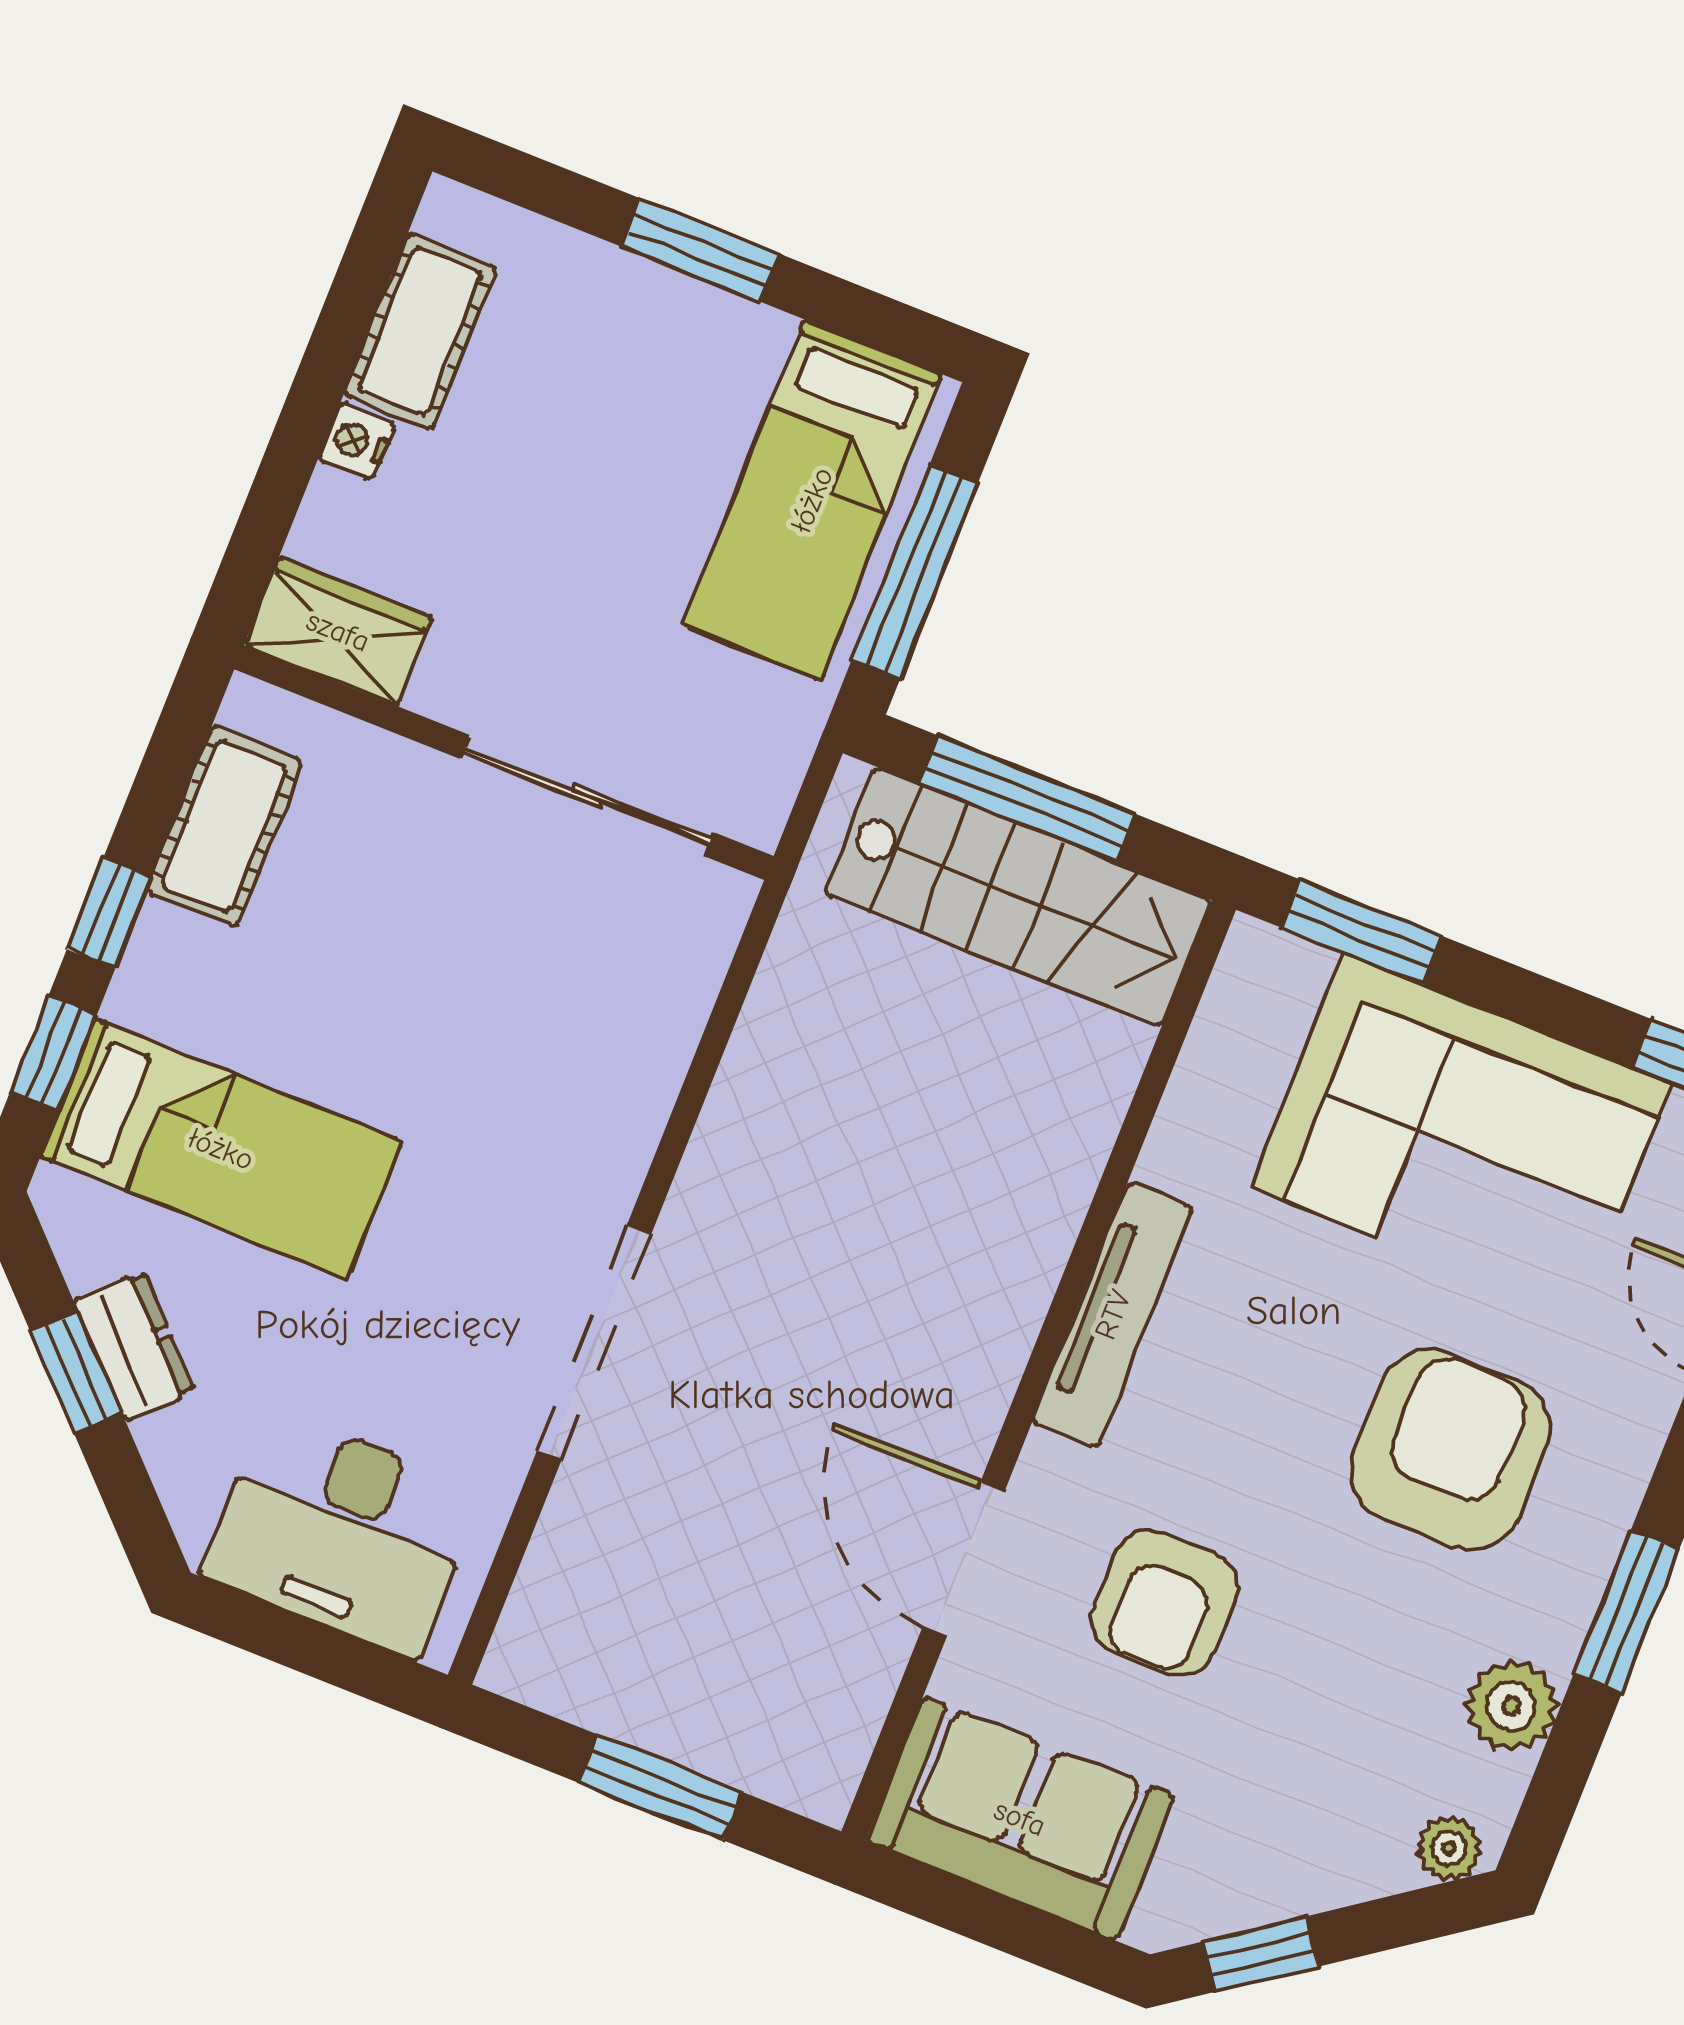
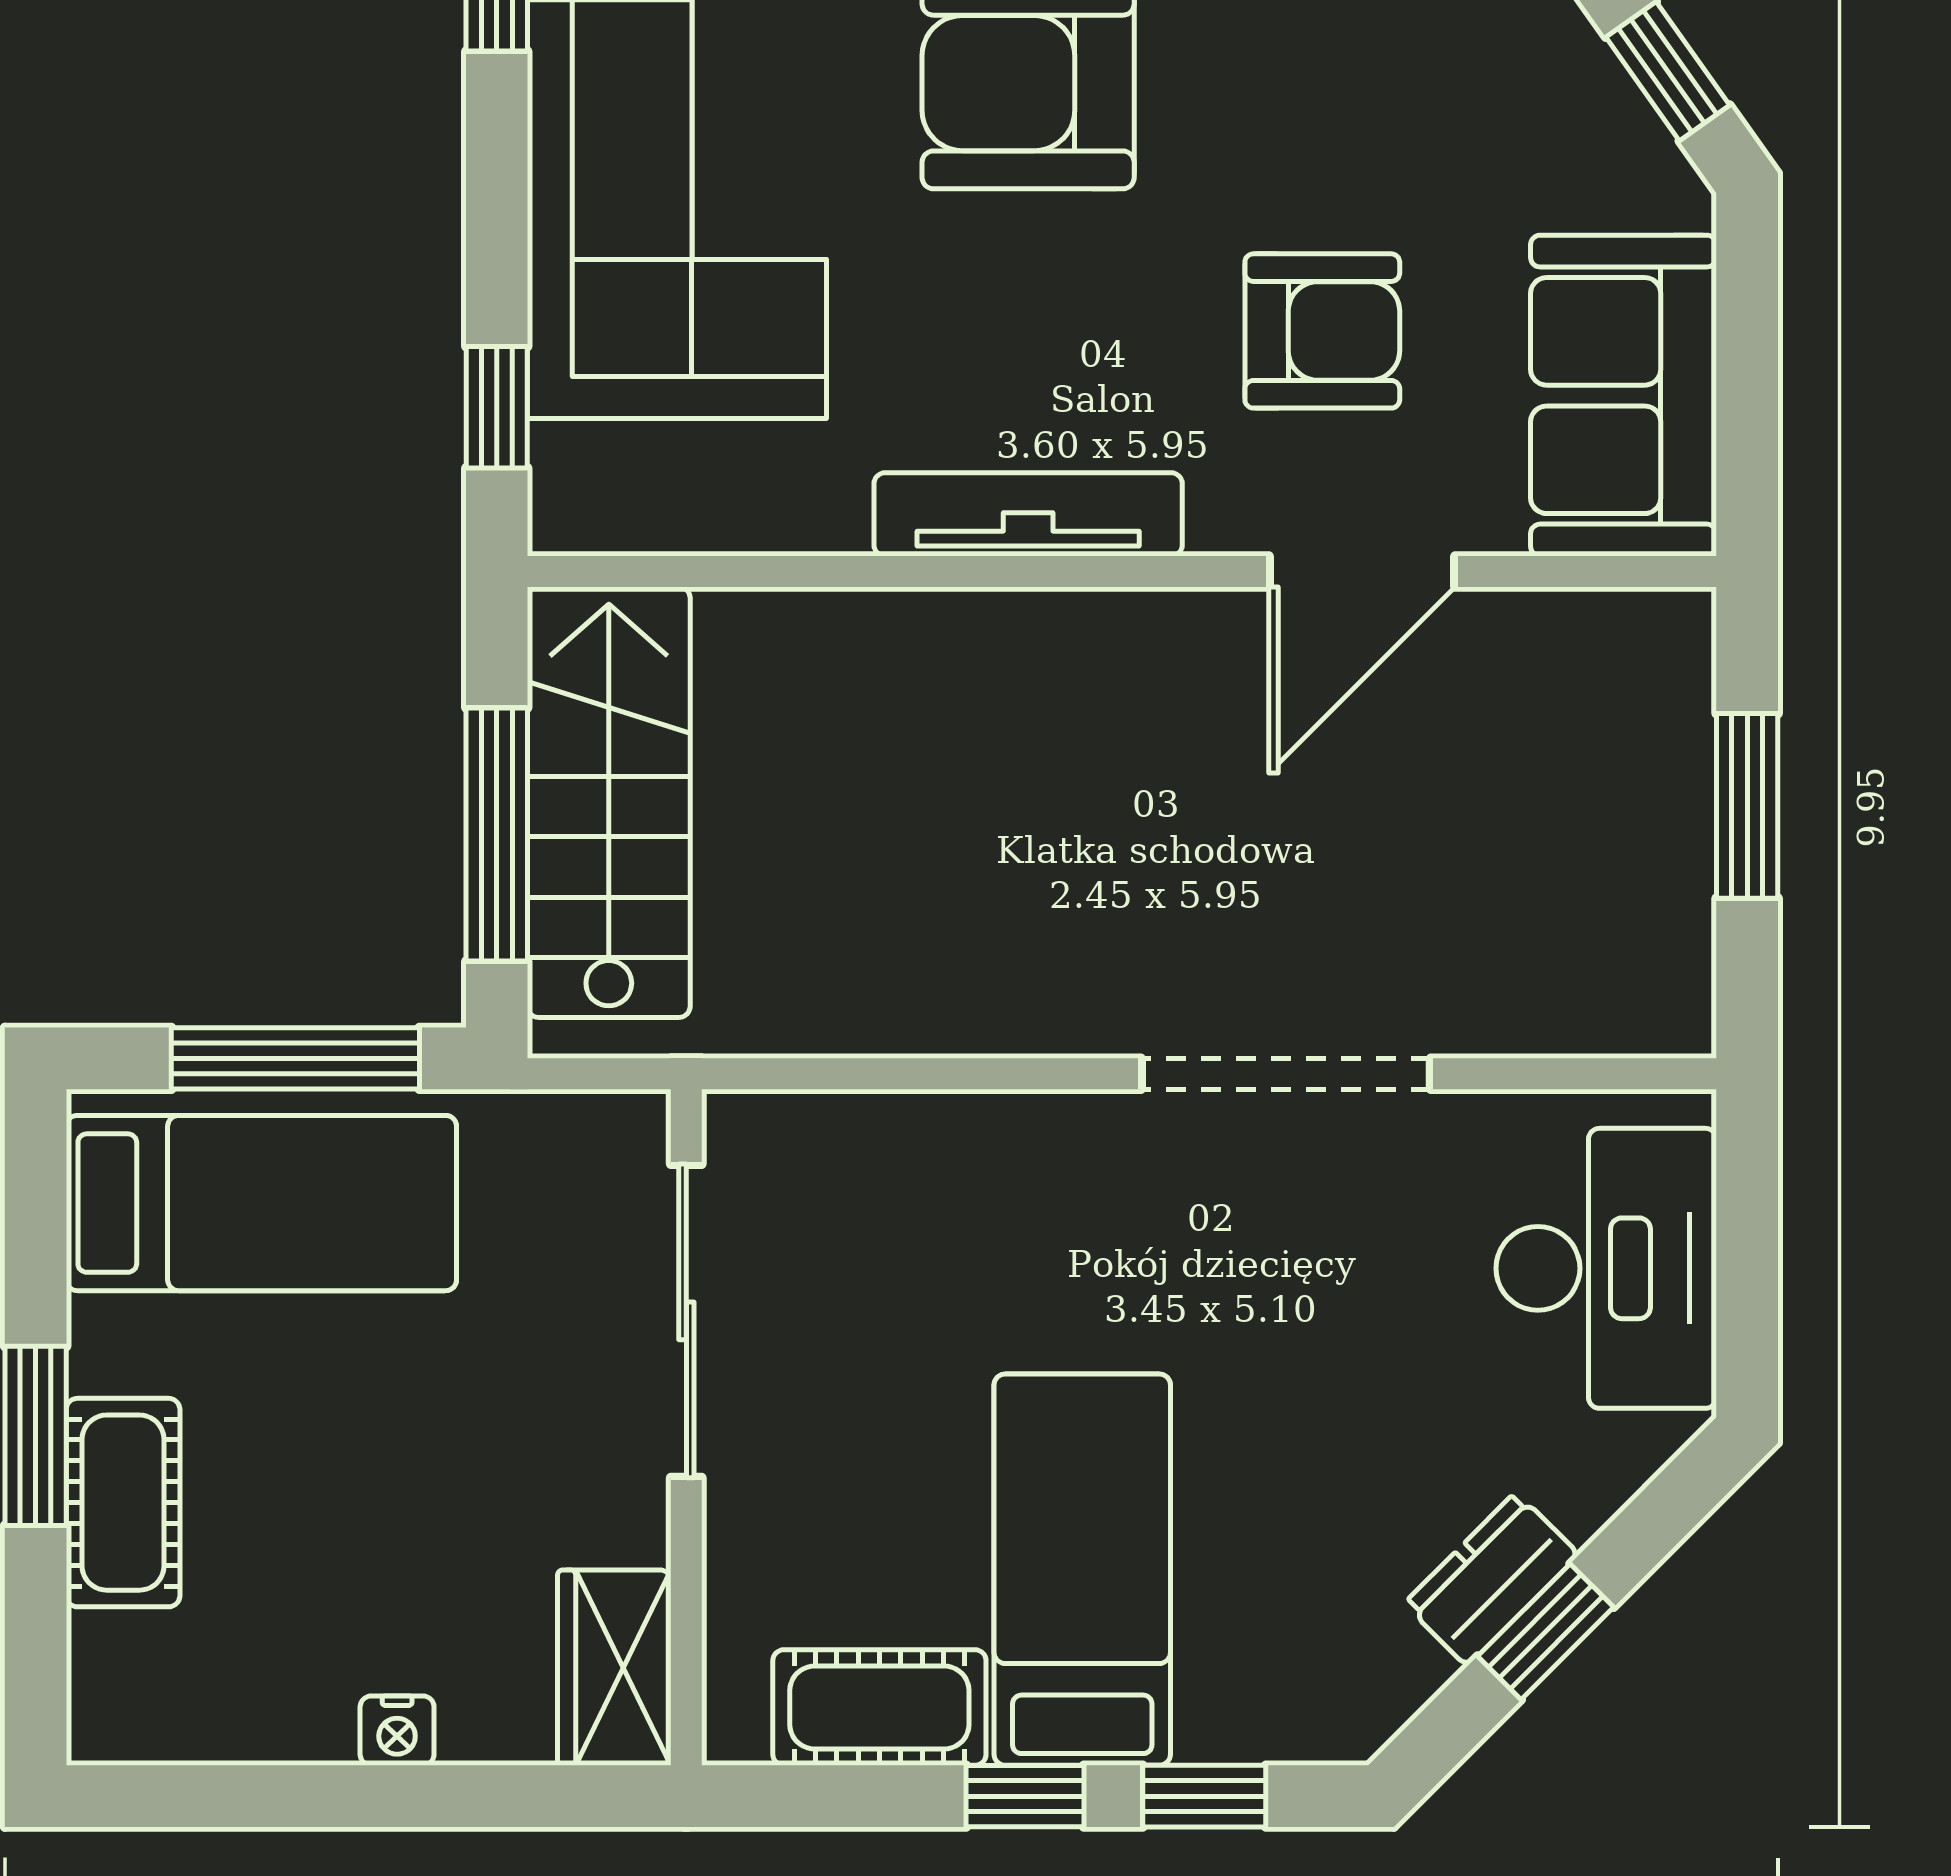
cot: (420, 331) -> (123, 1503), moved, turned 90
window: (1362, 932) -> (497, 407), width x0.67
bed: (221, 1149) -> (1082, 1570), moved

